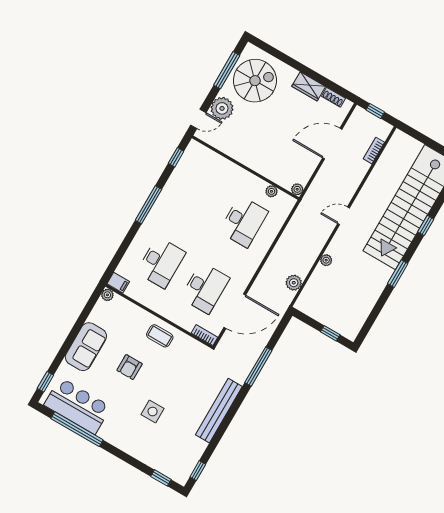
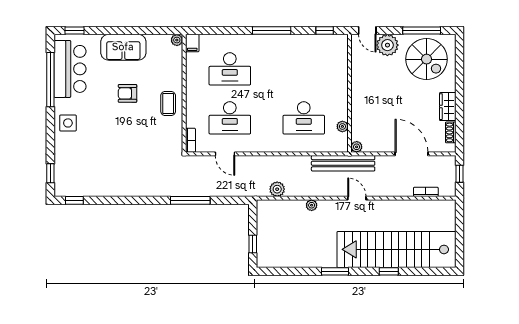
door: (235, 311) -> (225, 154), width x0.53
bench: (219, 411) -> (343, 163), moved
side table: (153, 412) -> (68, 123), moved

